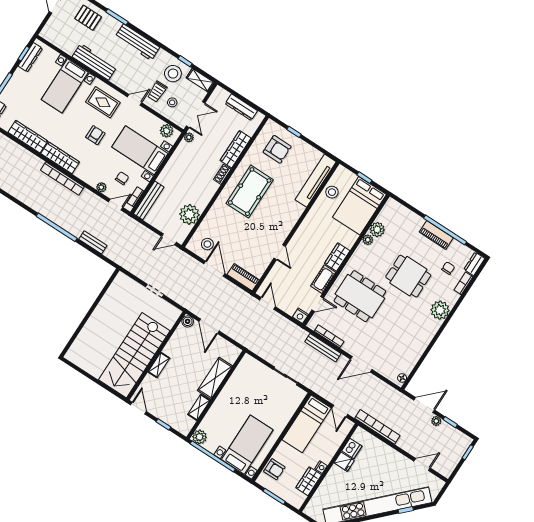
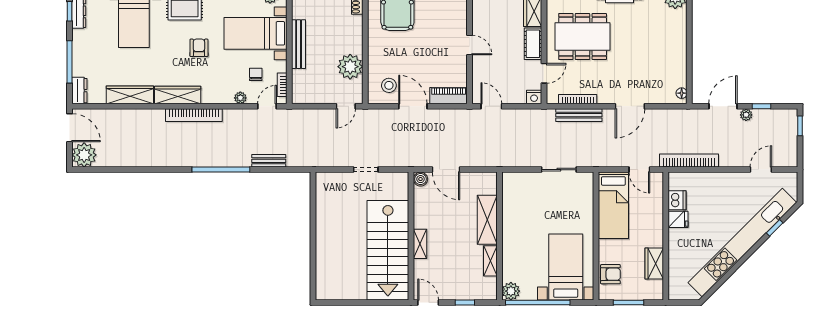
bench: (149, 200) -> (299, 44), moved
nightstand: (321, 467) -> (658, 241), removed

